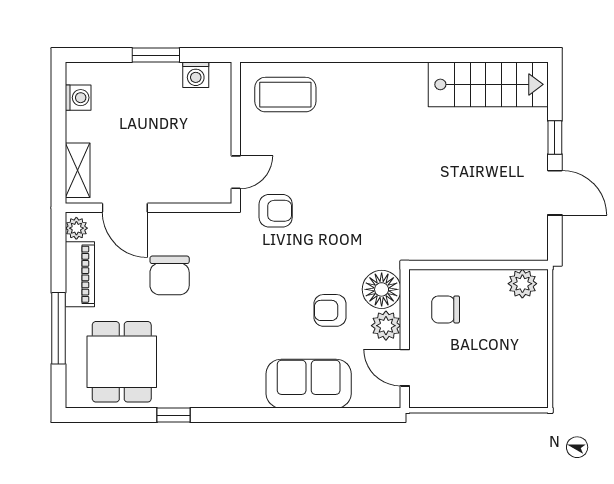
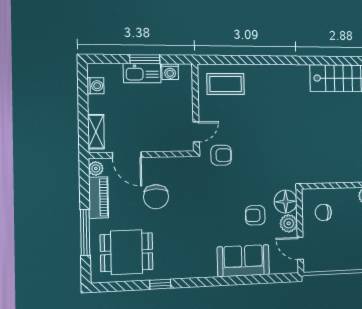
kitchen sink: (151, 77) -> (142, 73), added
dining table: (122, 362) -> (127, 252), turned 90

